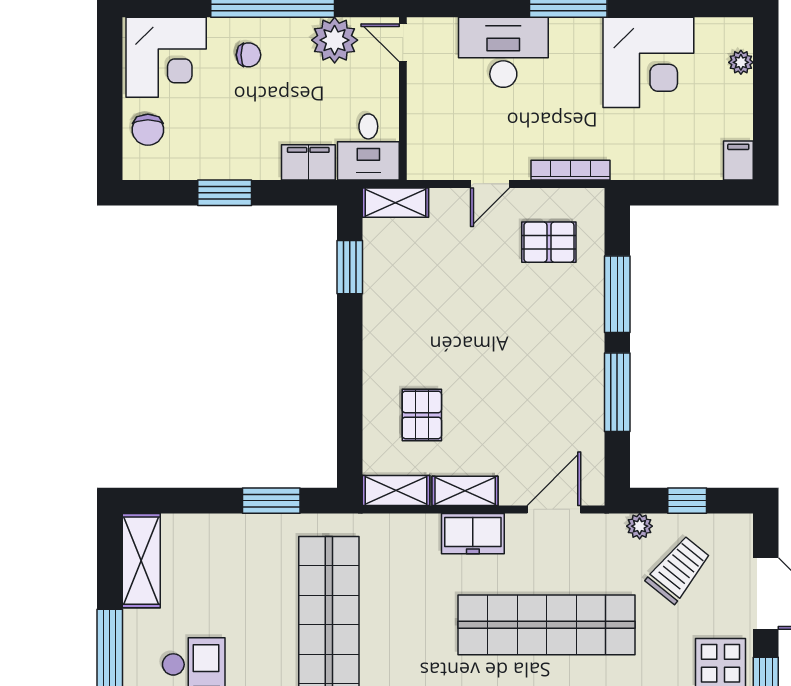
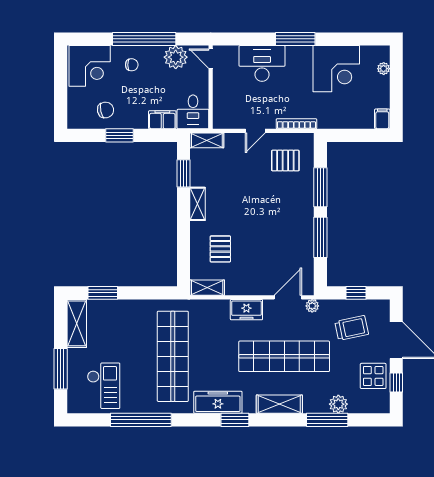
chair: (148, 130) -> (106, 110), moved, turned -102
shelving: (465, 491) -> (198, 204), moved, turned 90
window: (271, 501) -> (103, 293), moved
plant: (640, 526) -> (312, 306), moved
trolley: (678, 570) -> (352, 328), turned 39

